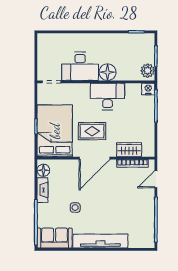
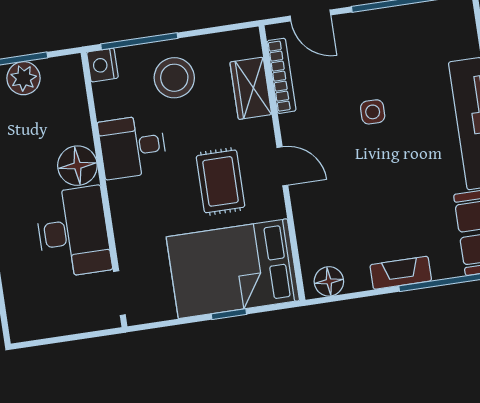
plant: (148, 71) -> (24, 78), moved
desk: (107, 96) -> (132, 147), width x0.73
stool: (138, 118) -> (174, 78), added
door: (94, 158) -> (282, 166), width x0.53
fireplace: (42, 190) -> (401, 273), moved
side table: (75, 208) -> (373, 112), moved

